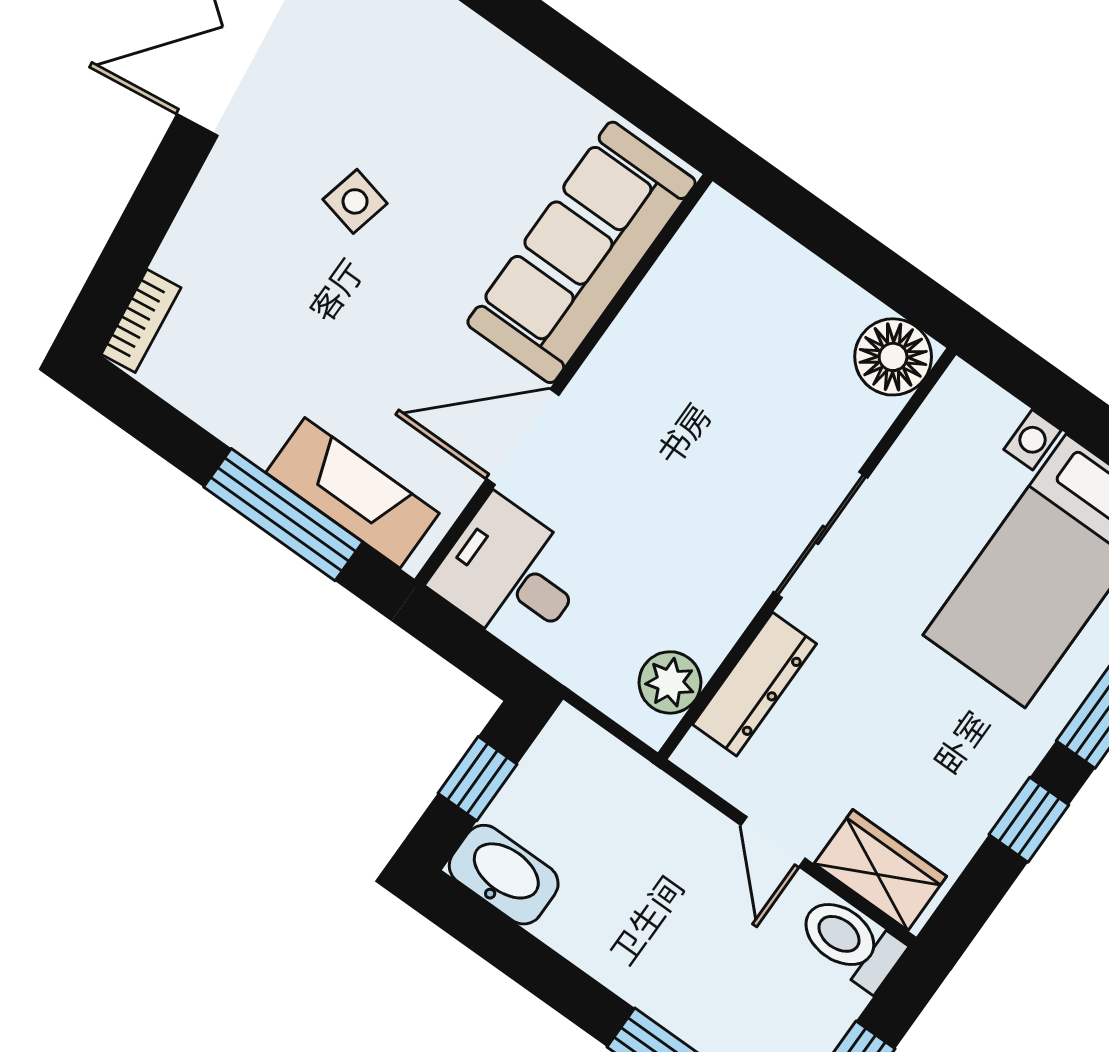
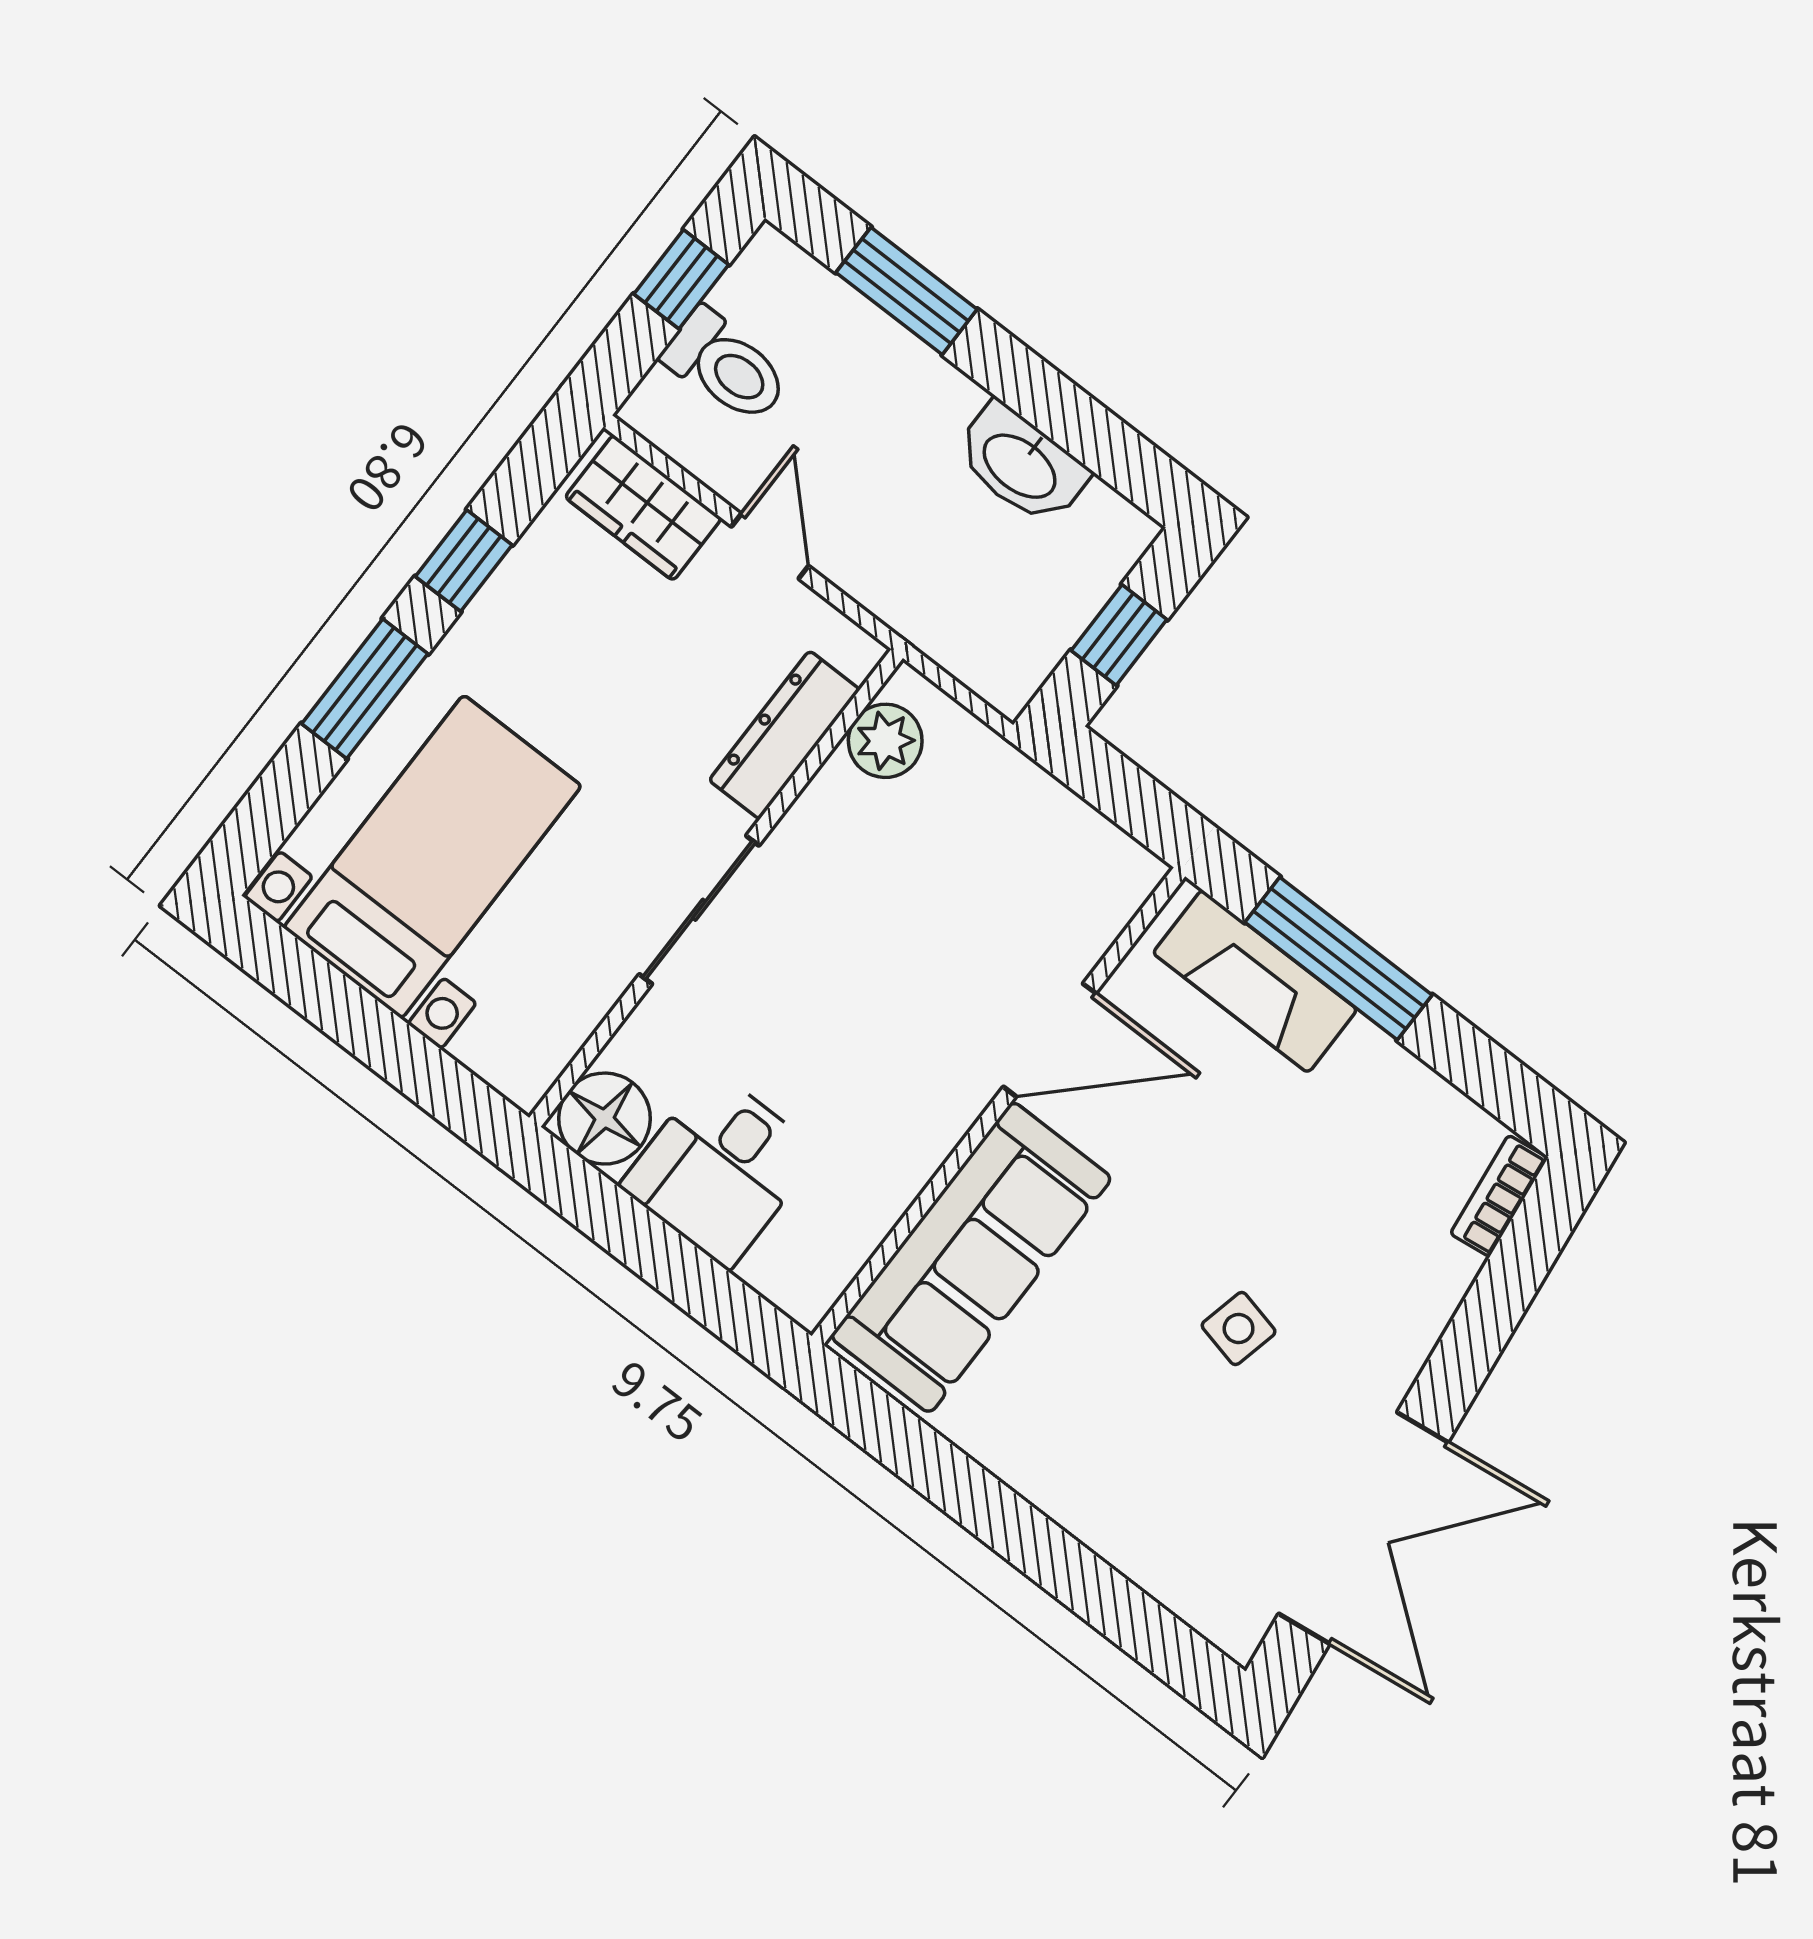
desk: (511, 574) -> (720, 1169), moved, turned 90
washbasin: (504, 875) -> (1021, 464), moved
toilet: (850, 942) -> (726, 366), moved

